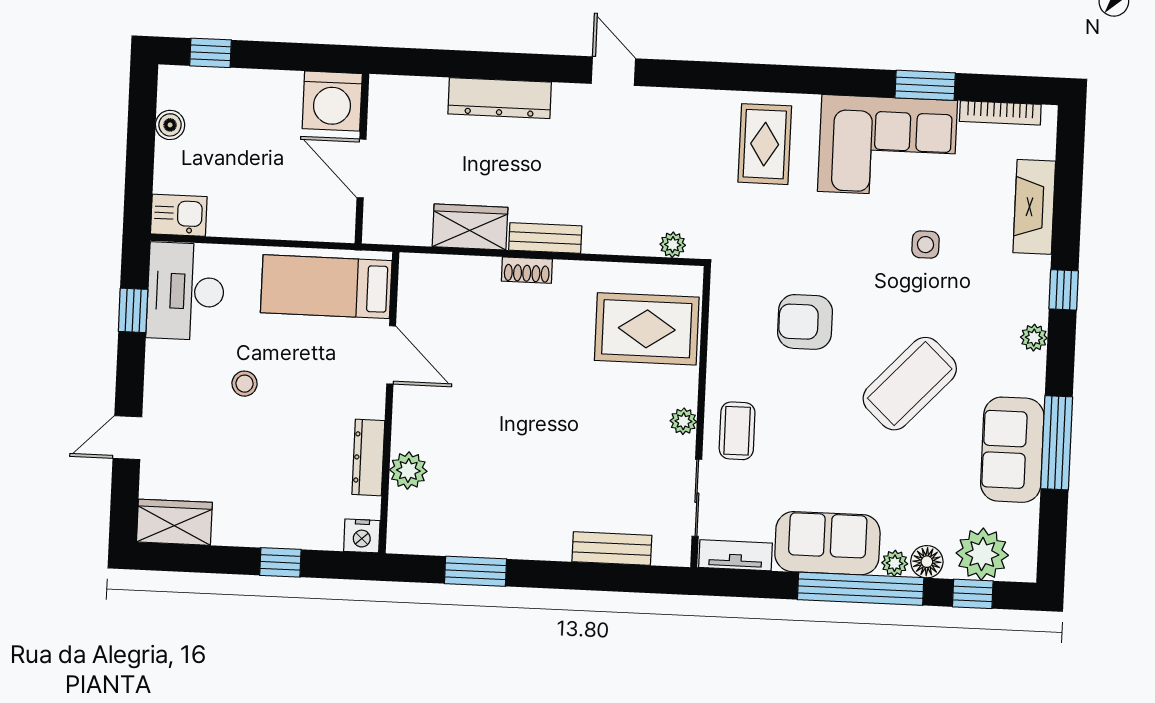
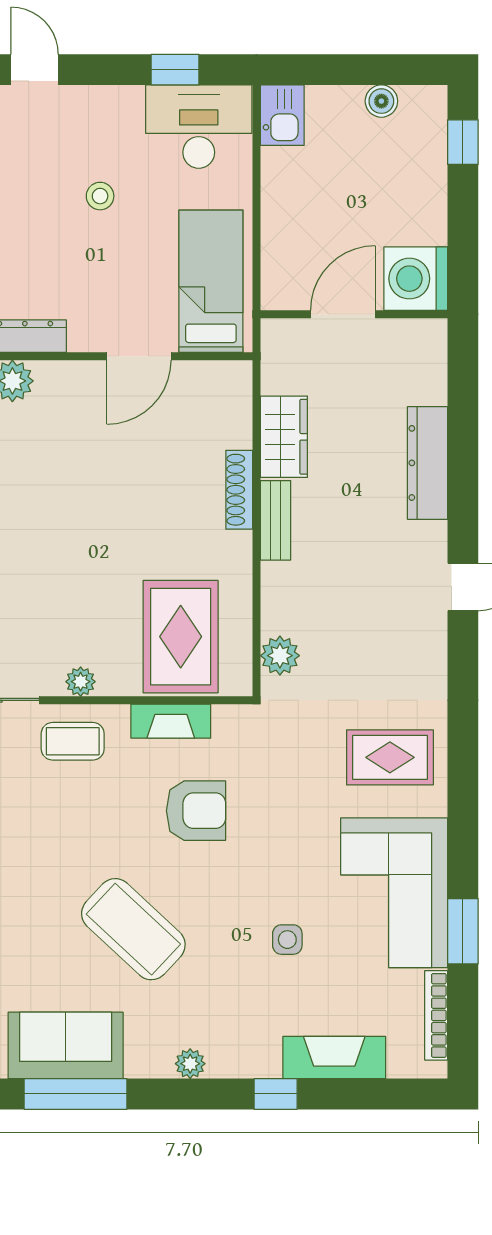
plant: (673, 245) -> (280, 656), width x1.38, depth x1.38
shoe rack: (527, 270) -> (239, 490), width x1.43
window: (1064, 290) -> (276, 1094), moved
armchair: (805, 322) -> (196, 811), turned 90
fireplace: (723, 341) -> (171, 721), added

